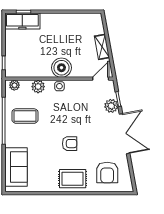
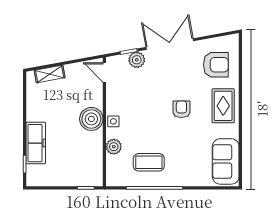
freezer: (22, 21) -> (36, 143), moved
shelving: (102, 47) -> (50, 74), moved
plant: (14, 85) -> (112, 175), removed
coffee table: (25, 116) -> (149, 162), turned 90
sofa: (16, 167) -> (226, 161), moved, turned -90

